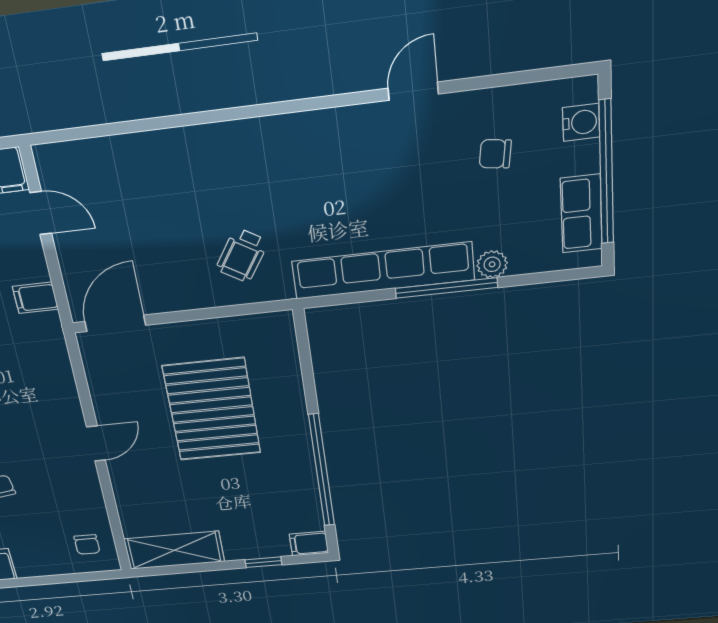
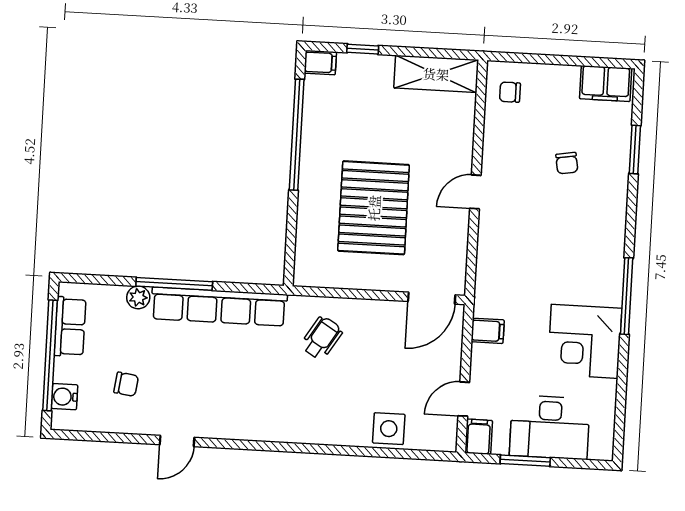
side table: (127, 159) -> (389, 429), added
door: (41, 213) -> (464, 399), hinge flipped
chair: (87, 544) -> (510, 92), turned -90

